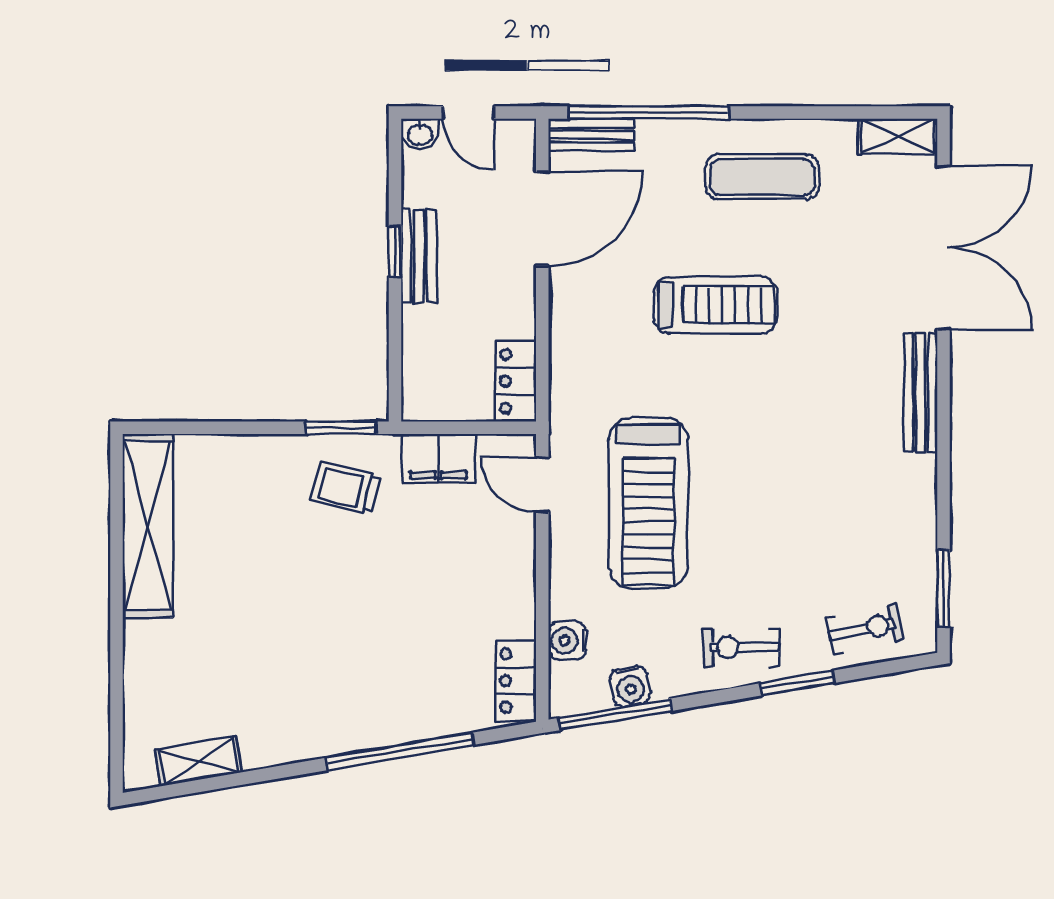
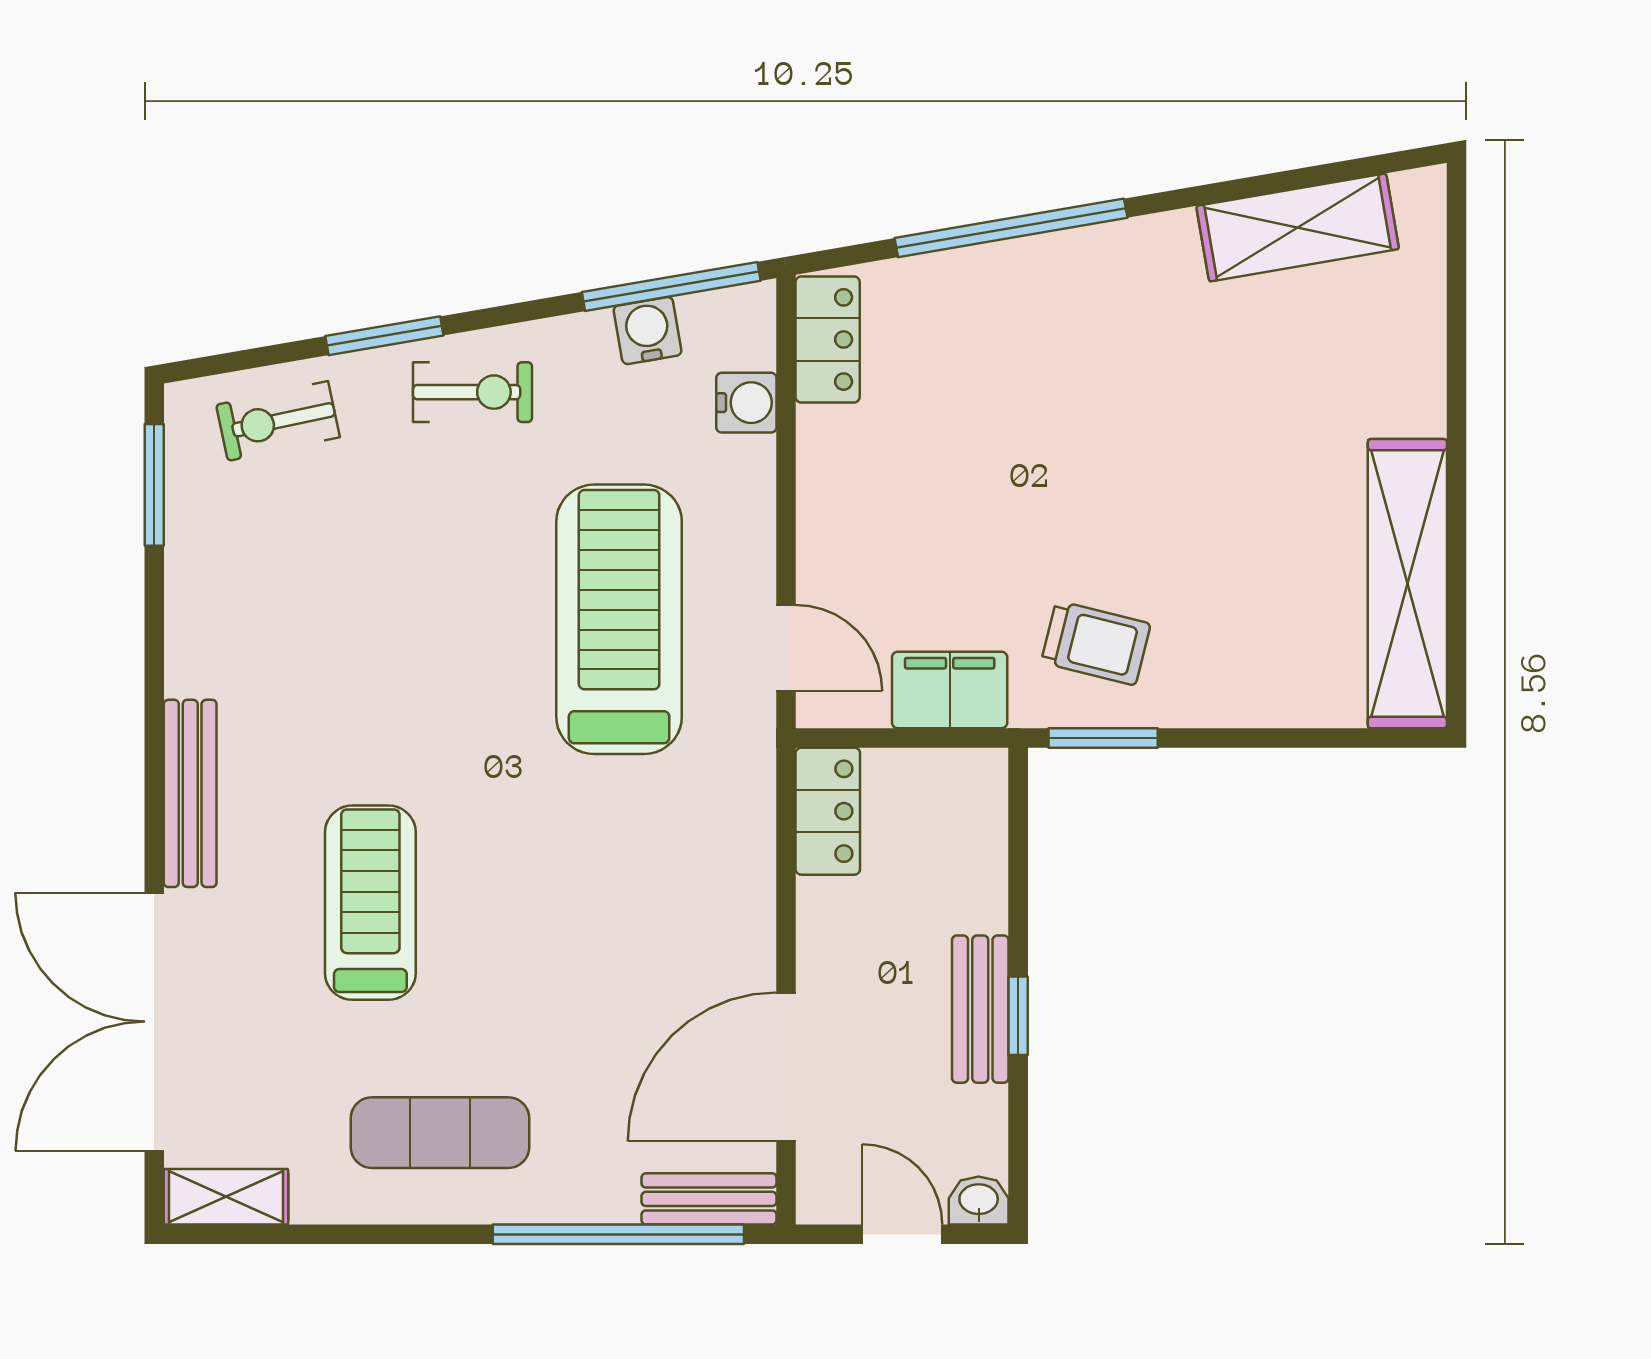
treadmill: (715, 305) -> (370, 903), moved, turned 90
shelving: (198, 761) -> (1298, 227), width x1.50, depth x1.33

